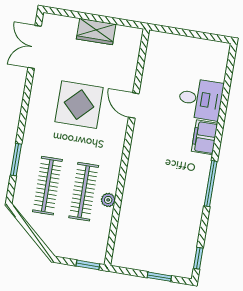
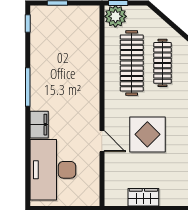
desk: (201, 99) -> (53, 170), width x1.87, depth x1.30
clothes rail: (84, 192) -> (132, 63), width x1.37, depth x1.31
plant: (108, 200) -> (115, 16), moved, width x1.88, depth x1.88

